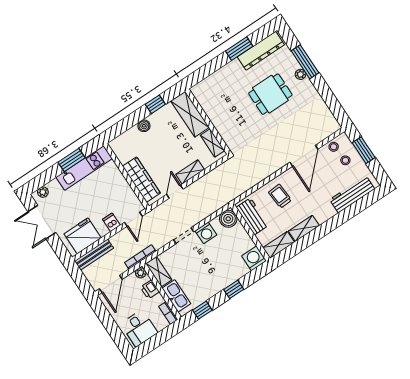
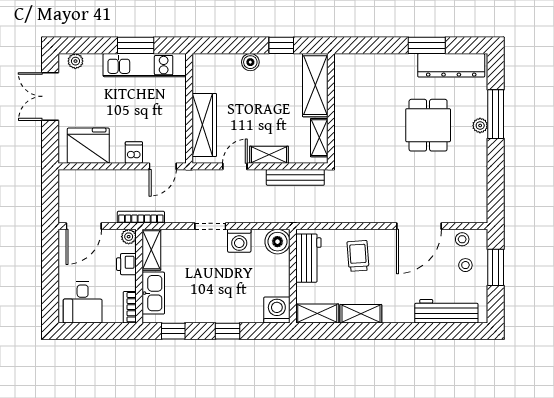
dining table: (270, 94) -> (428, 125), turned 90
bench: (94, 255) -> (295, 177), moved

